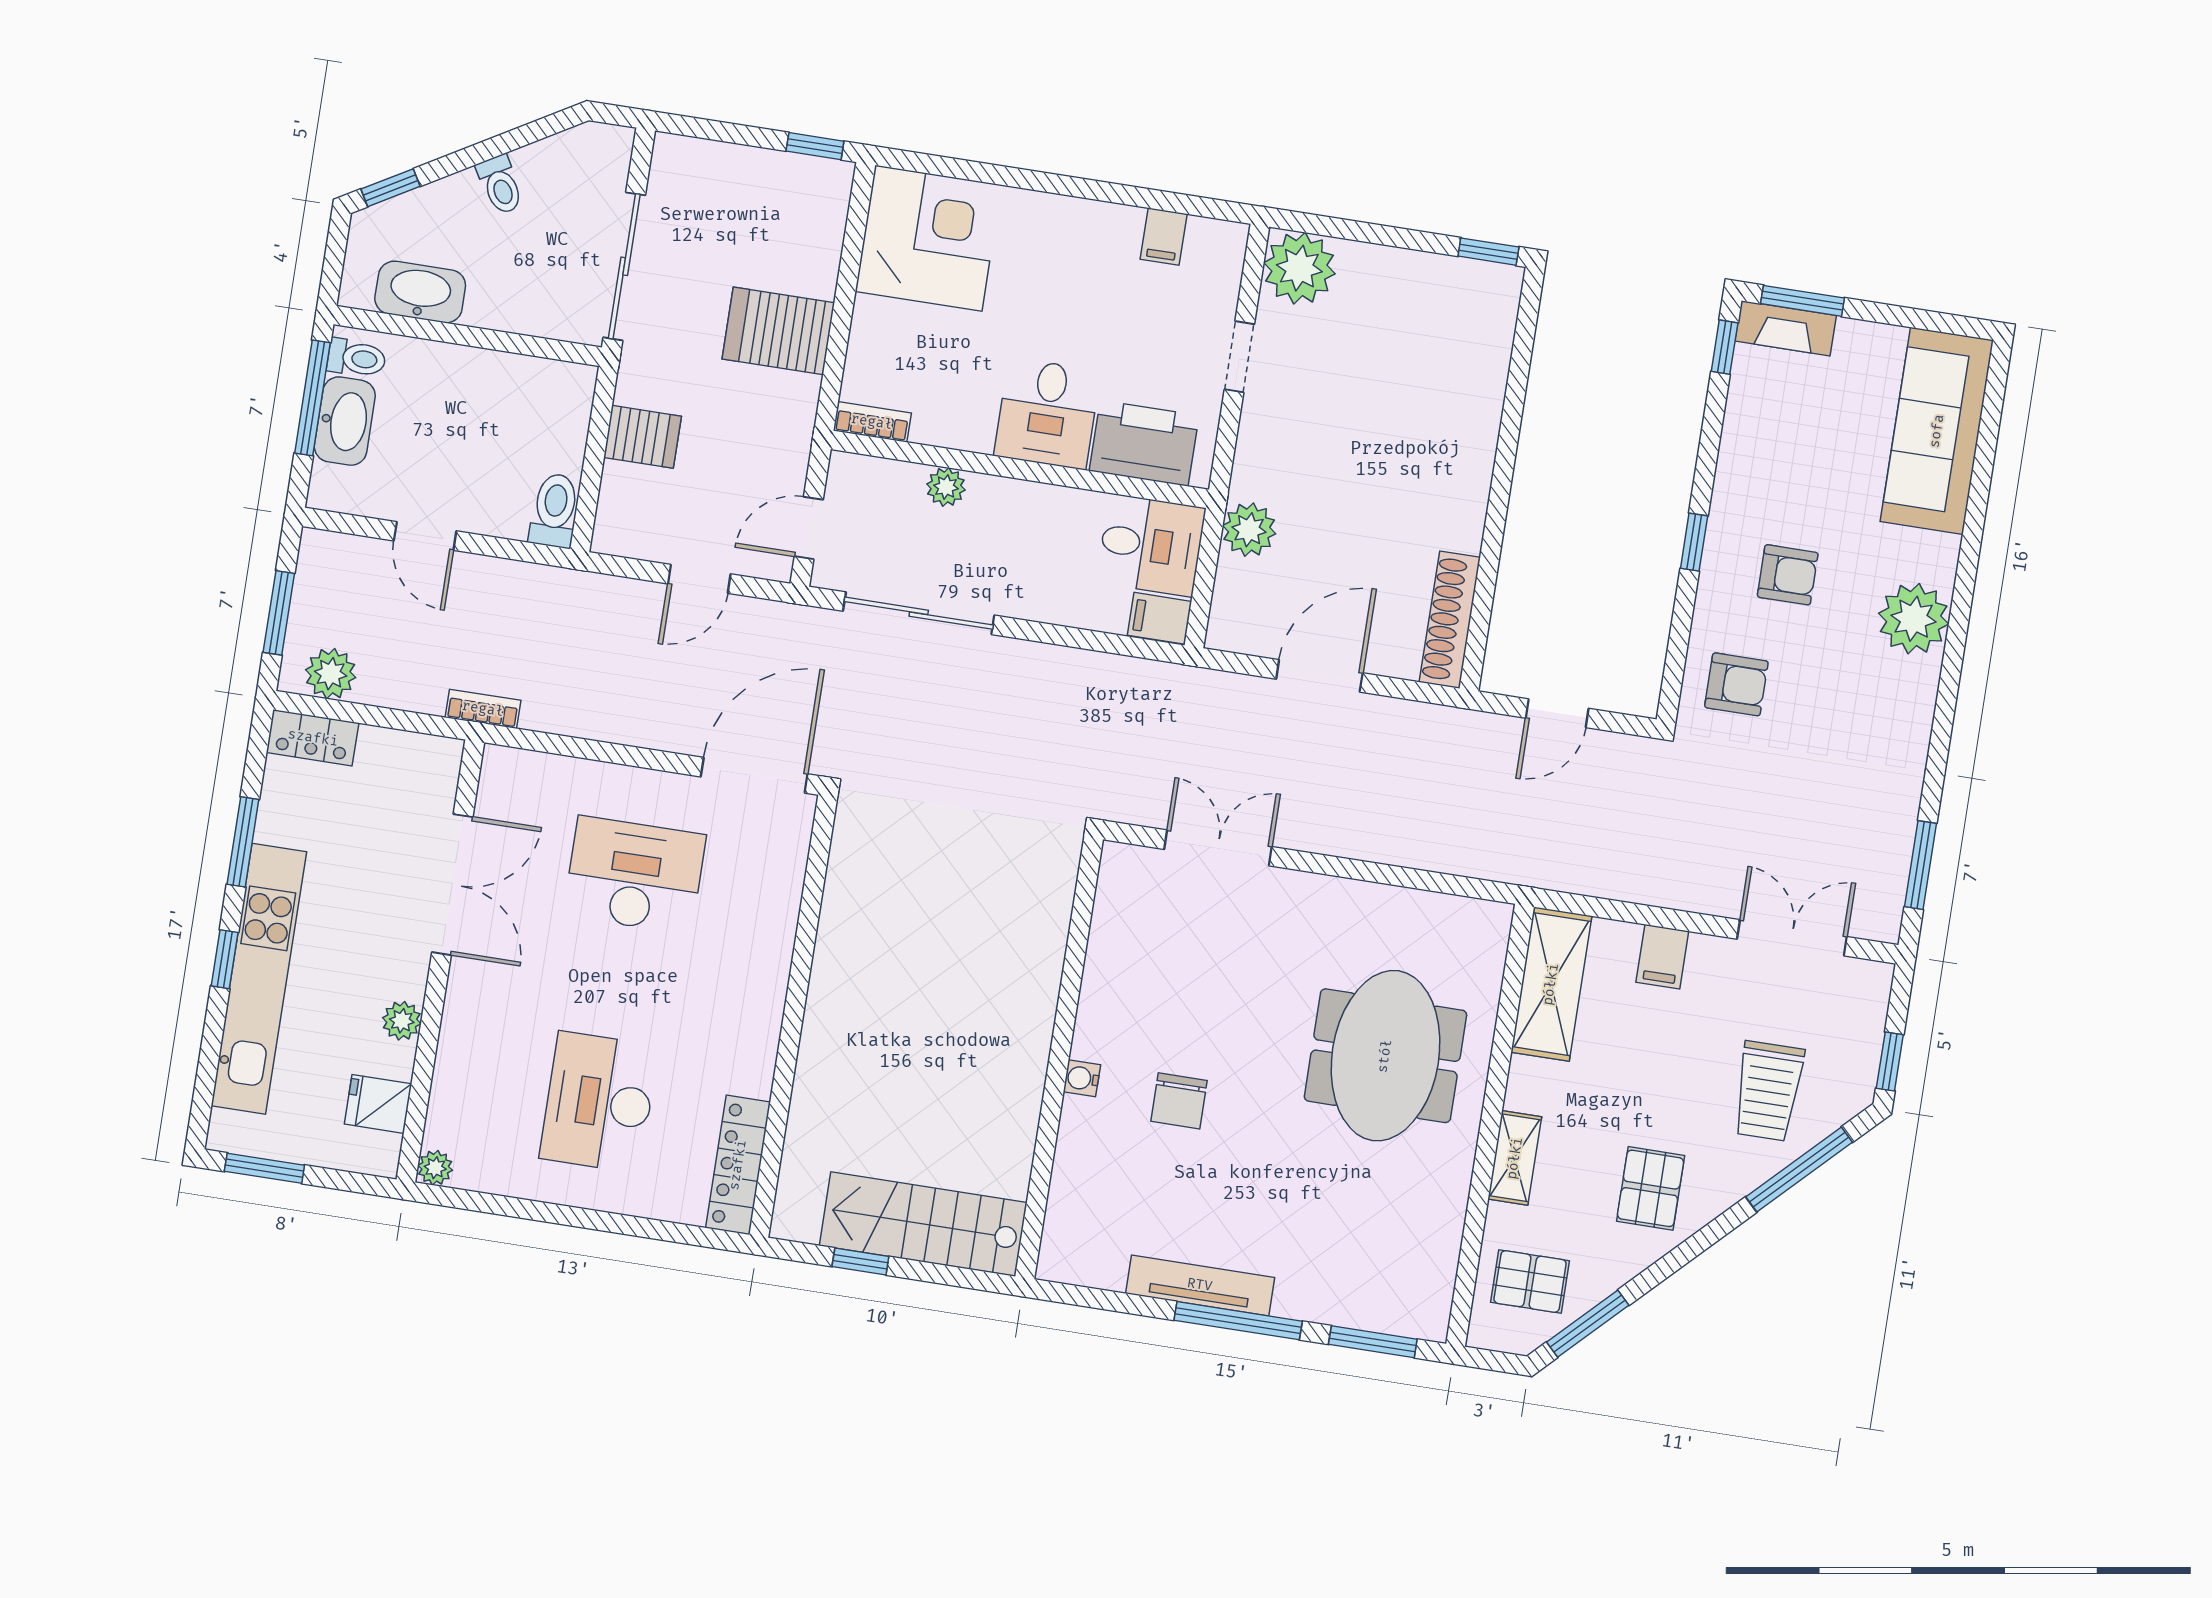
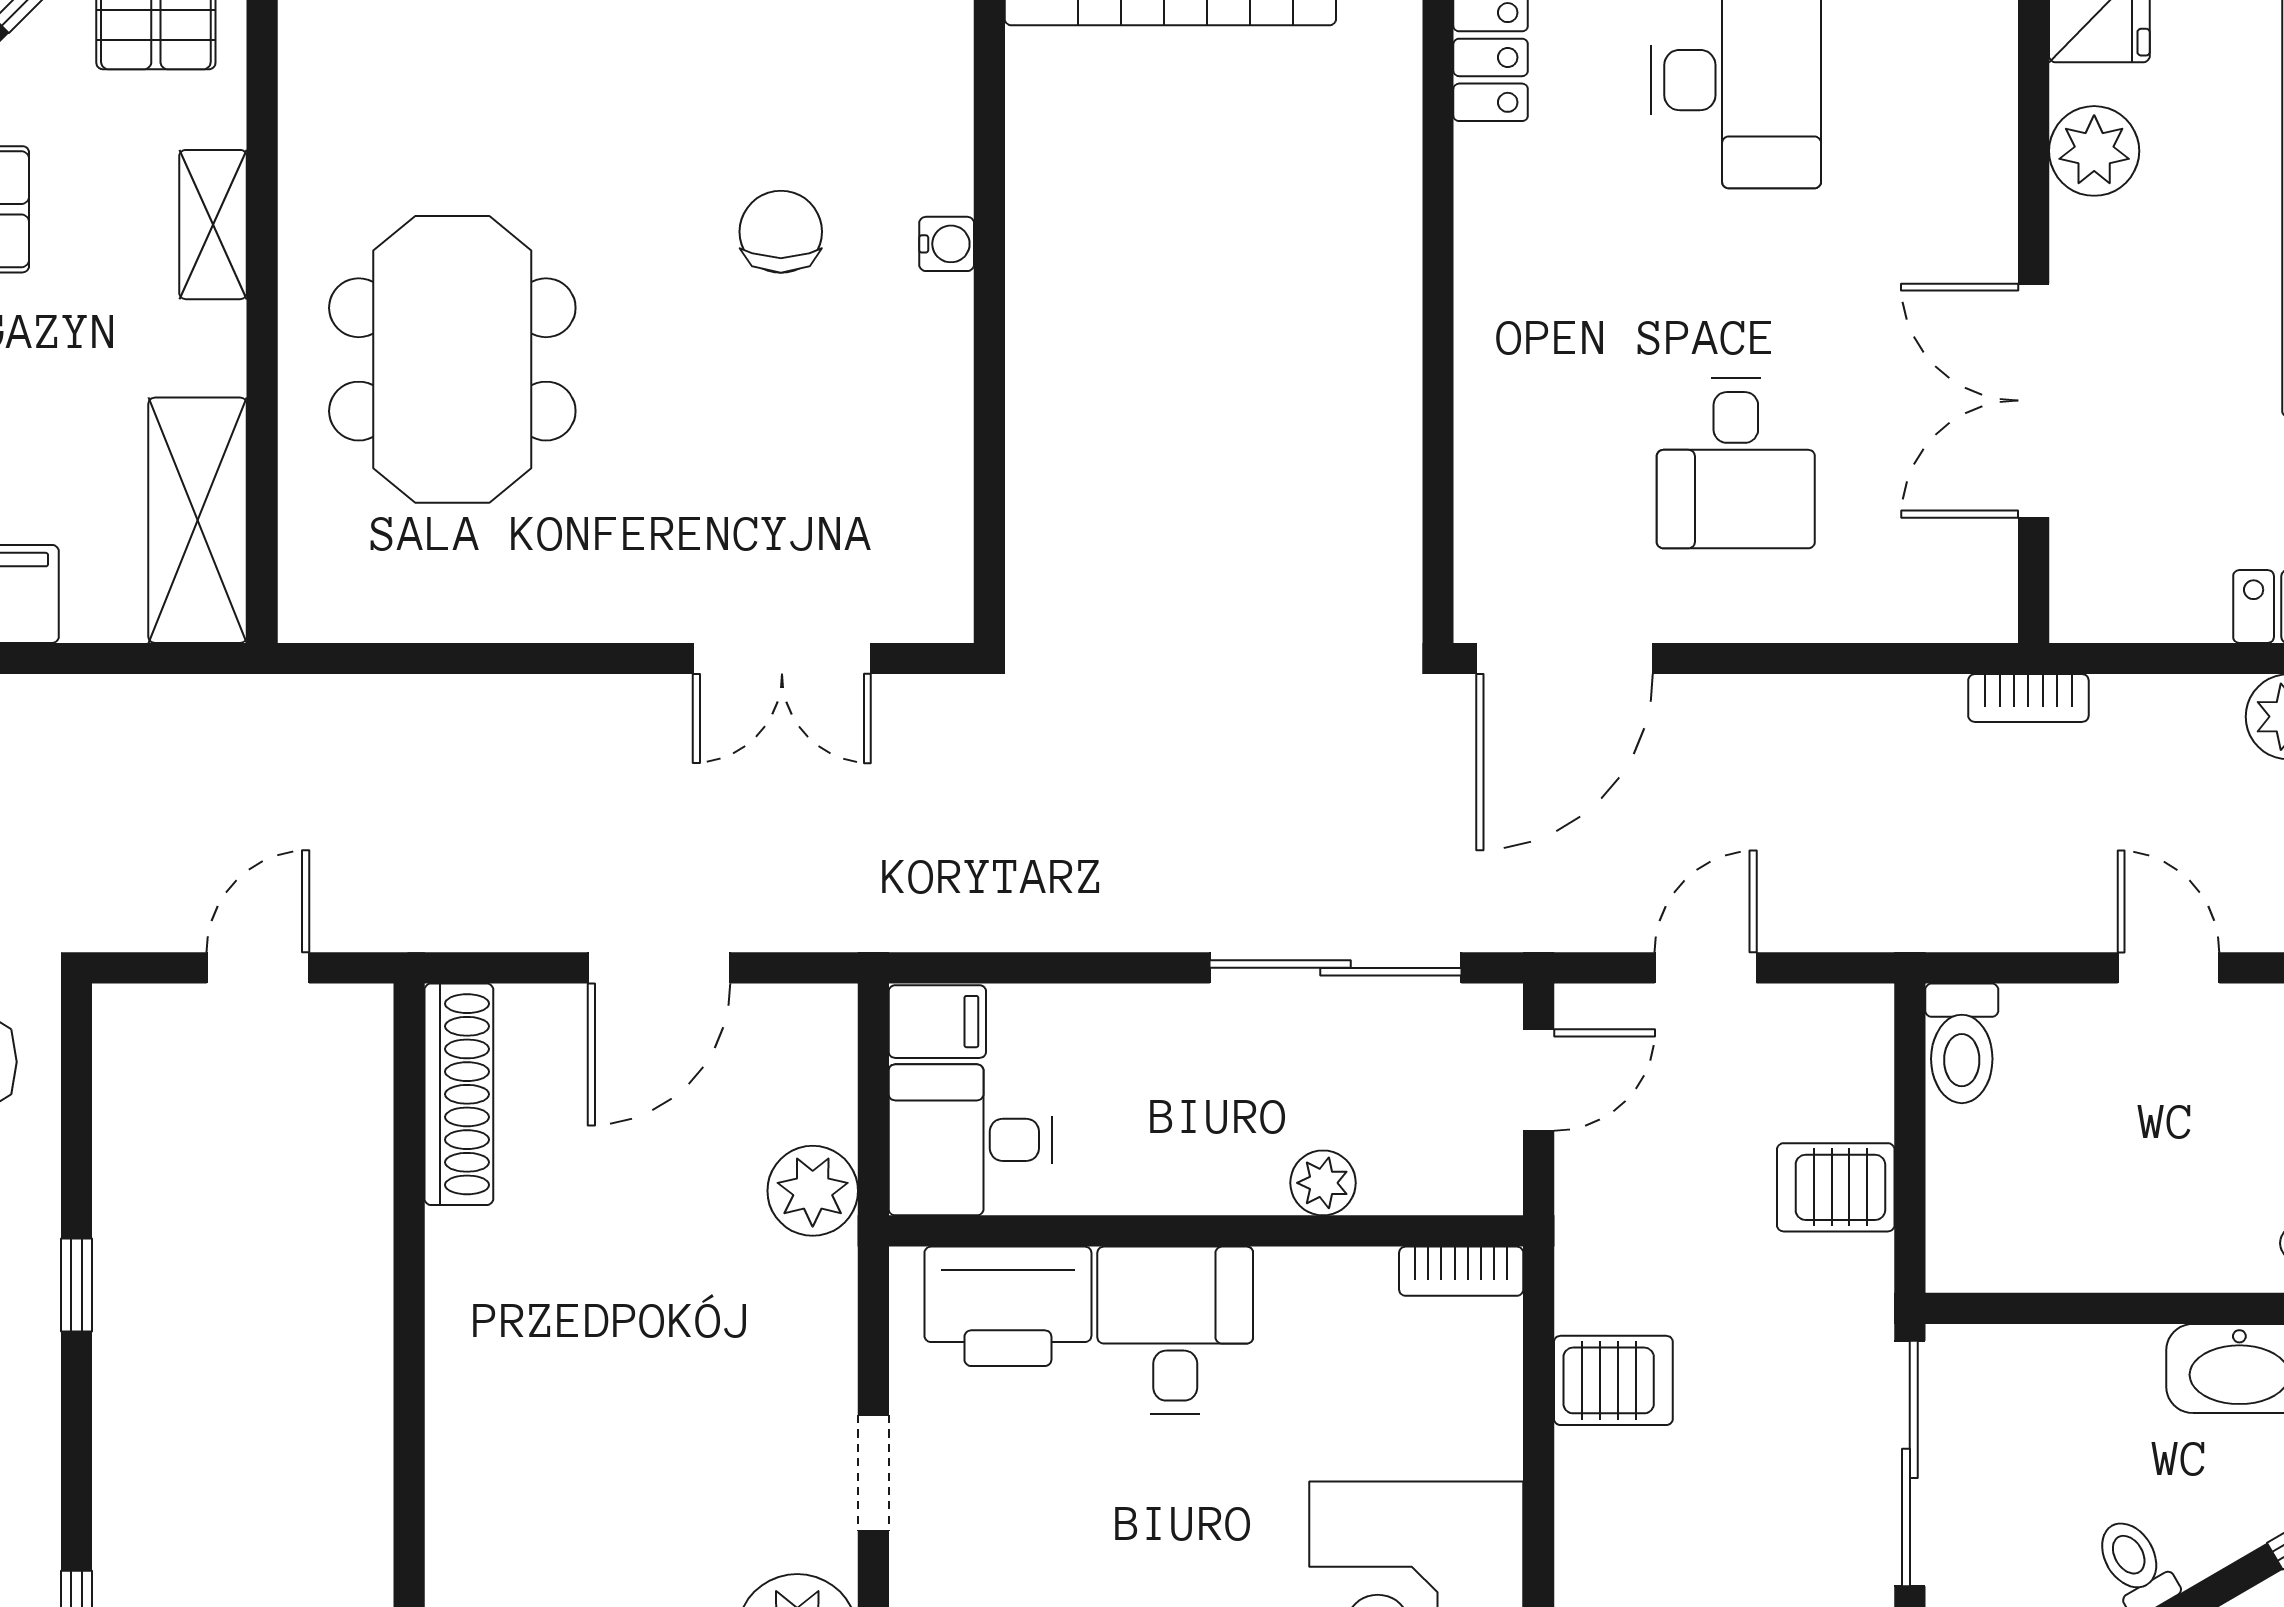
server rack: (778, 331) -> (1613, 1380), width x0.73, depth x0.70
desk: (635, 875) -> (1736, 463), width x0.73
plant: (402, 1021) -> (2094, 151), width x1.38, depth x1.38

